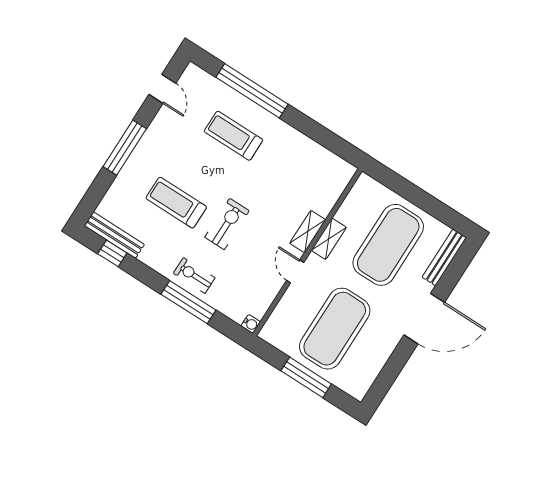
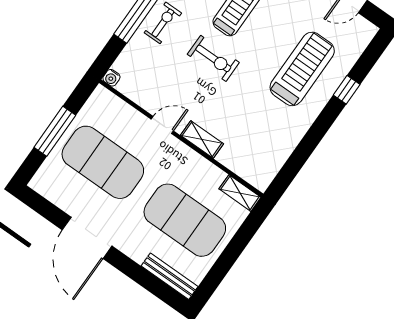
window: (252, 91) -> (347, 90), width x0.32
treadmill: (233, 136) -> (302, 69), width x1.37, depth x1.38
shelving: (329, 239) -> (240, 193), moved
door: (424, 319) -> (87, 238), moved

